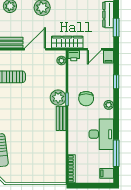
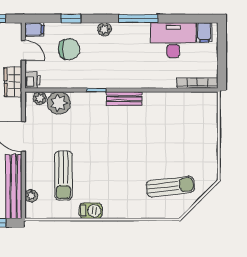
wardrobe: (67, 42) -> (13, 82), width x0.67
plant: (58, 98) -> (59, 103), moved
chair: (86, 99) -> (69, 49), moved
desk: (101, 134) -> (173, 40), moved
window: (116, 153) -> (138, 19), moved

